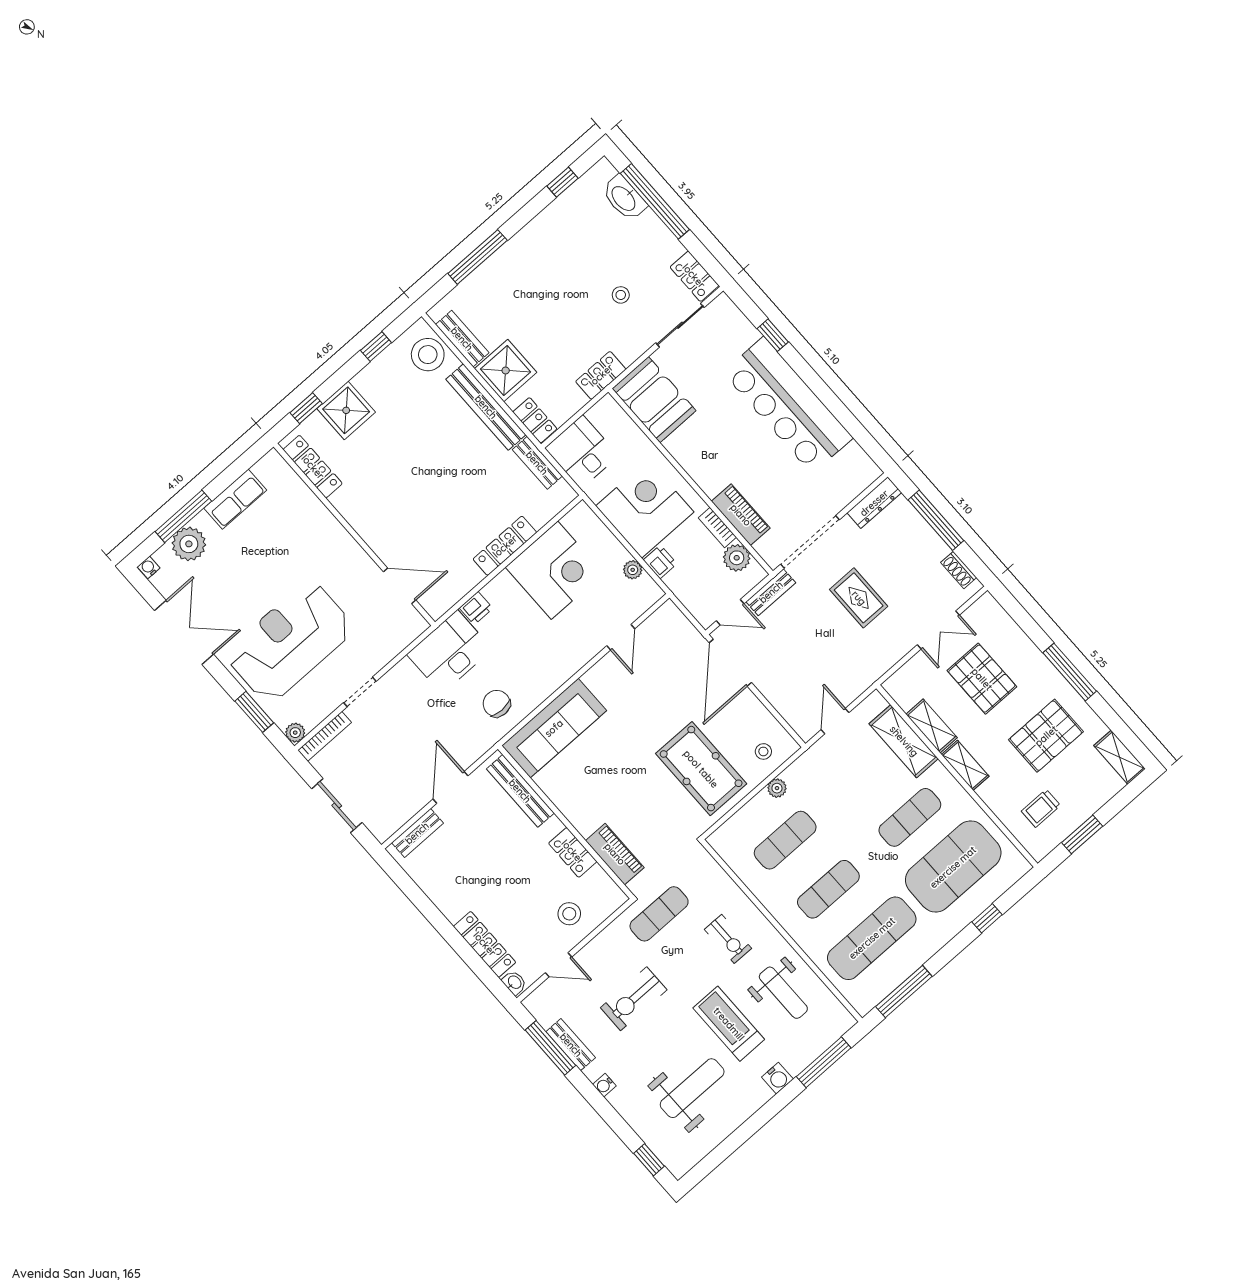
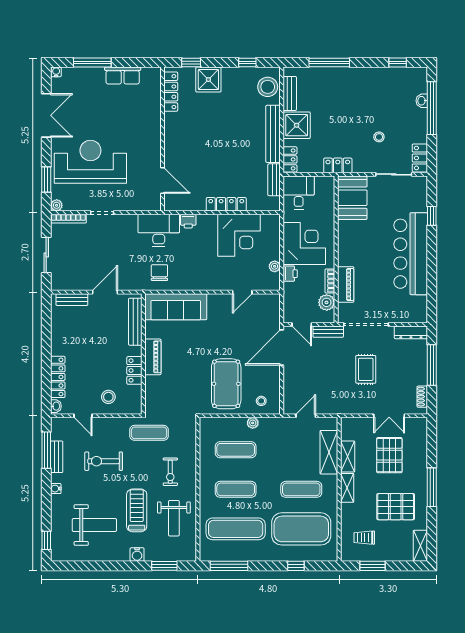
washbasin: (624, 198) -> (422, 101), width x0.52, depth x0.69
plant: (189, 544) -> (84, 77), removed
piano: (615, 854) -> (153, 357), moved
window: (824, 1062) -> (164, 566), width x0.69

